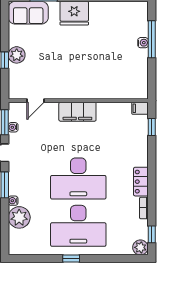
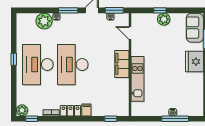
kitchen unit: (98, 91) -> (137, 79), added
filing cabinet: (140, 108) -> (86, 110), moved

